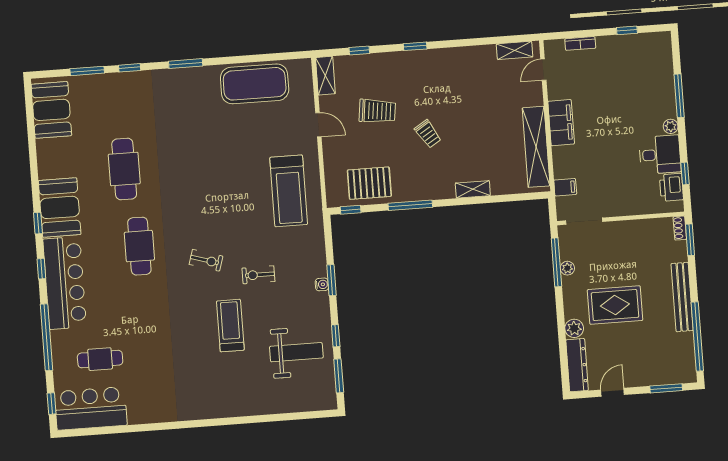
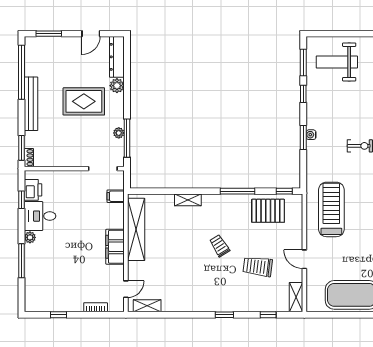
weight bench: (296, 352) -> (337, 62), moved

